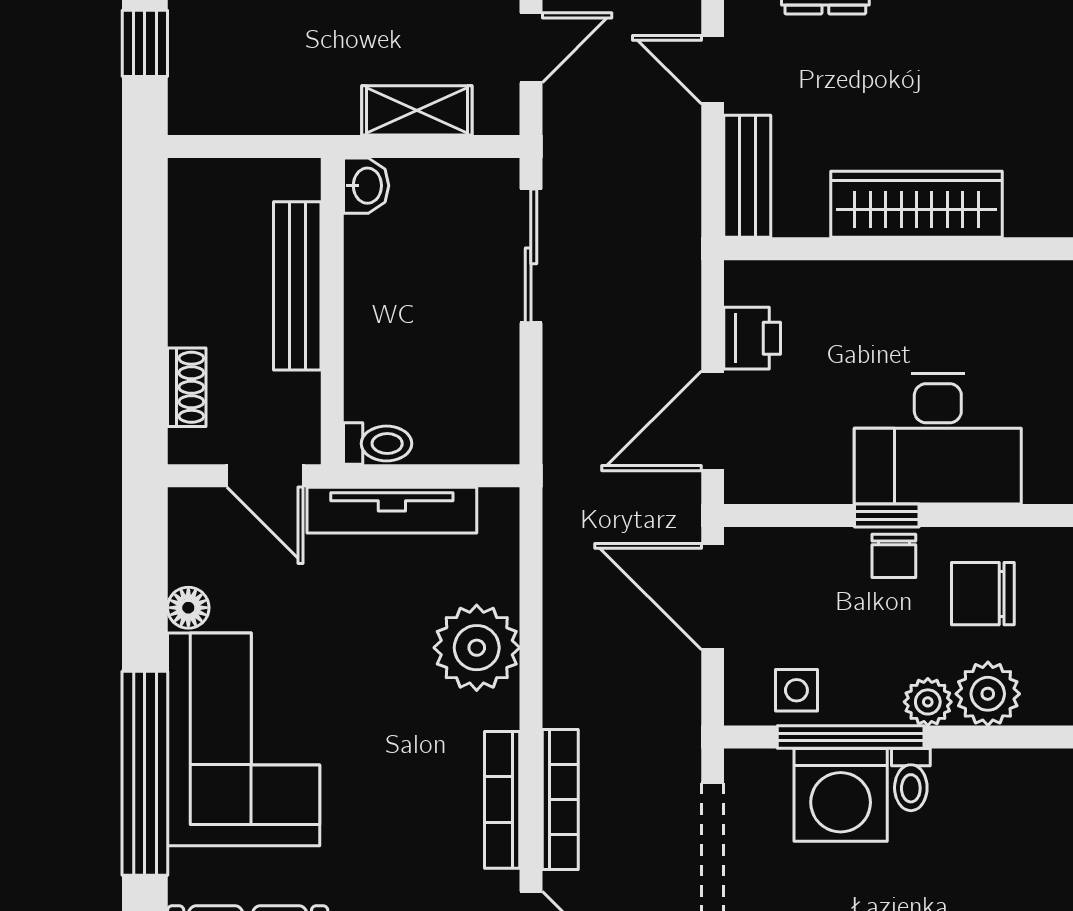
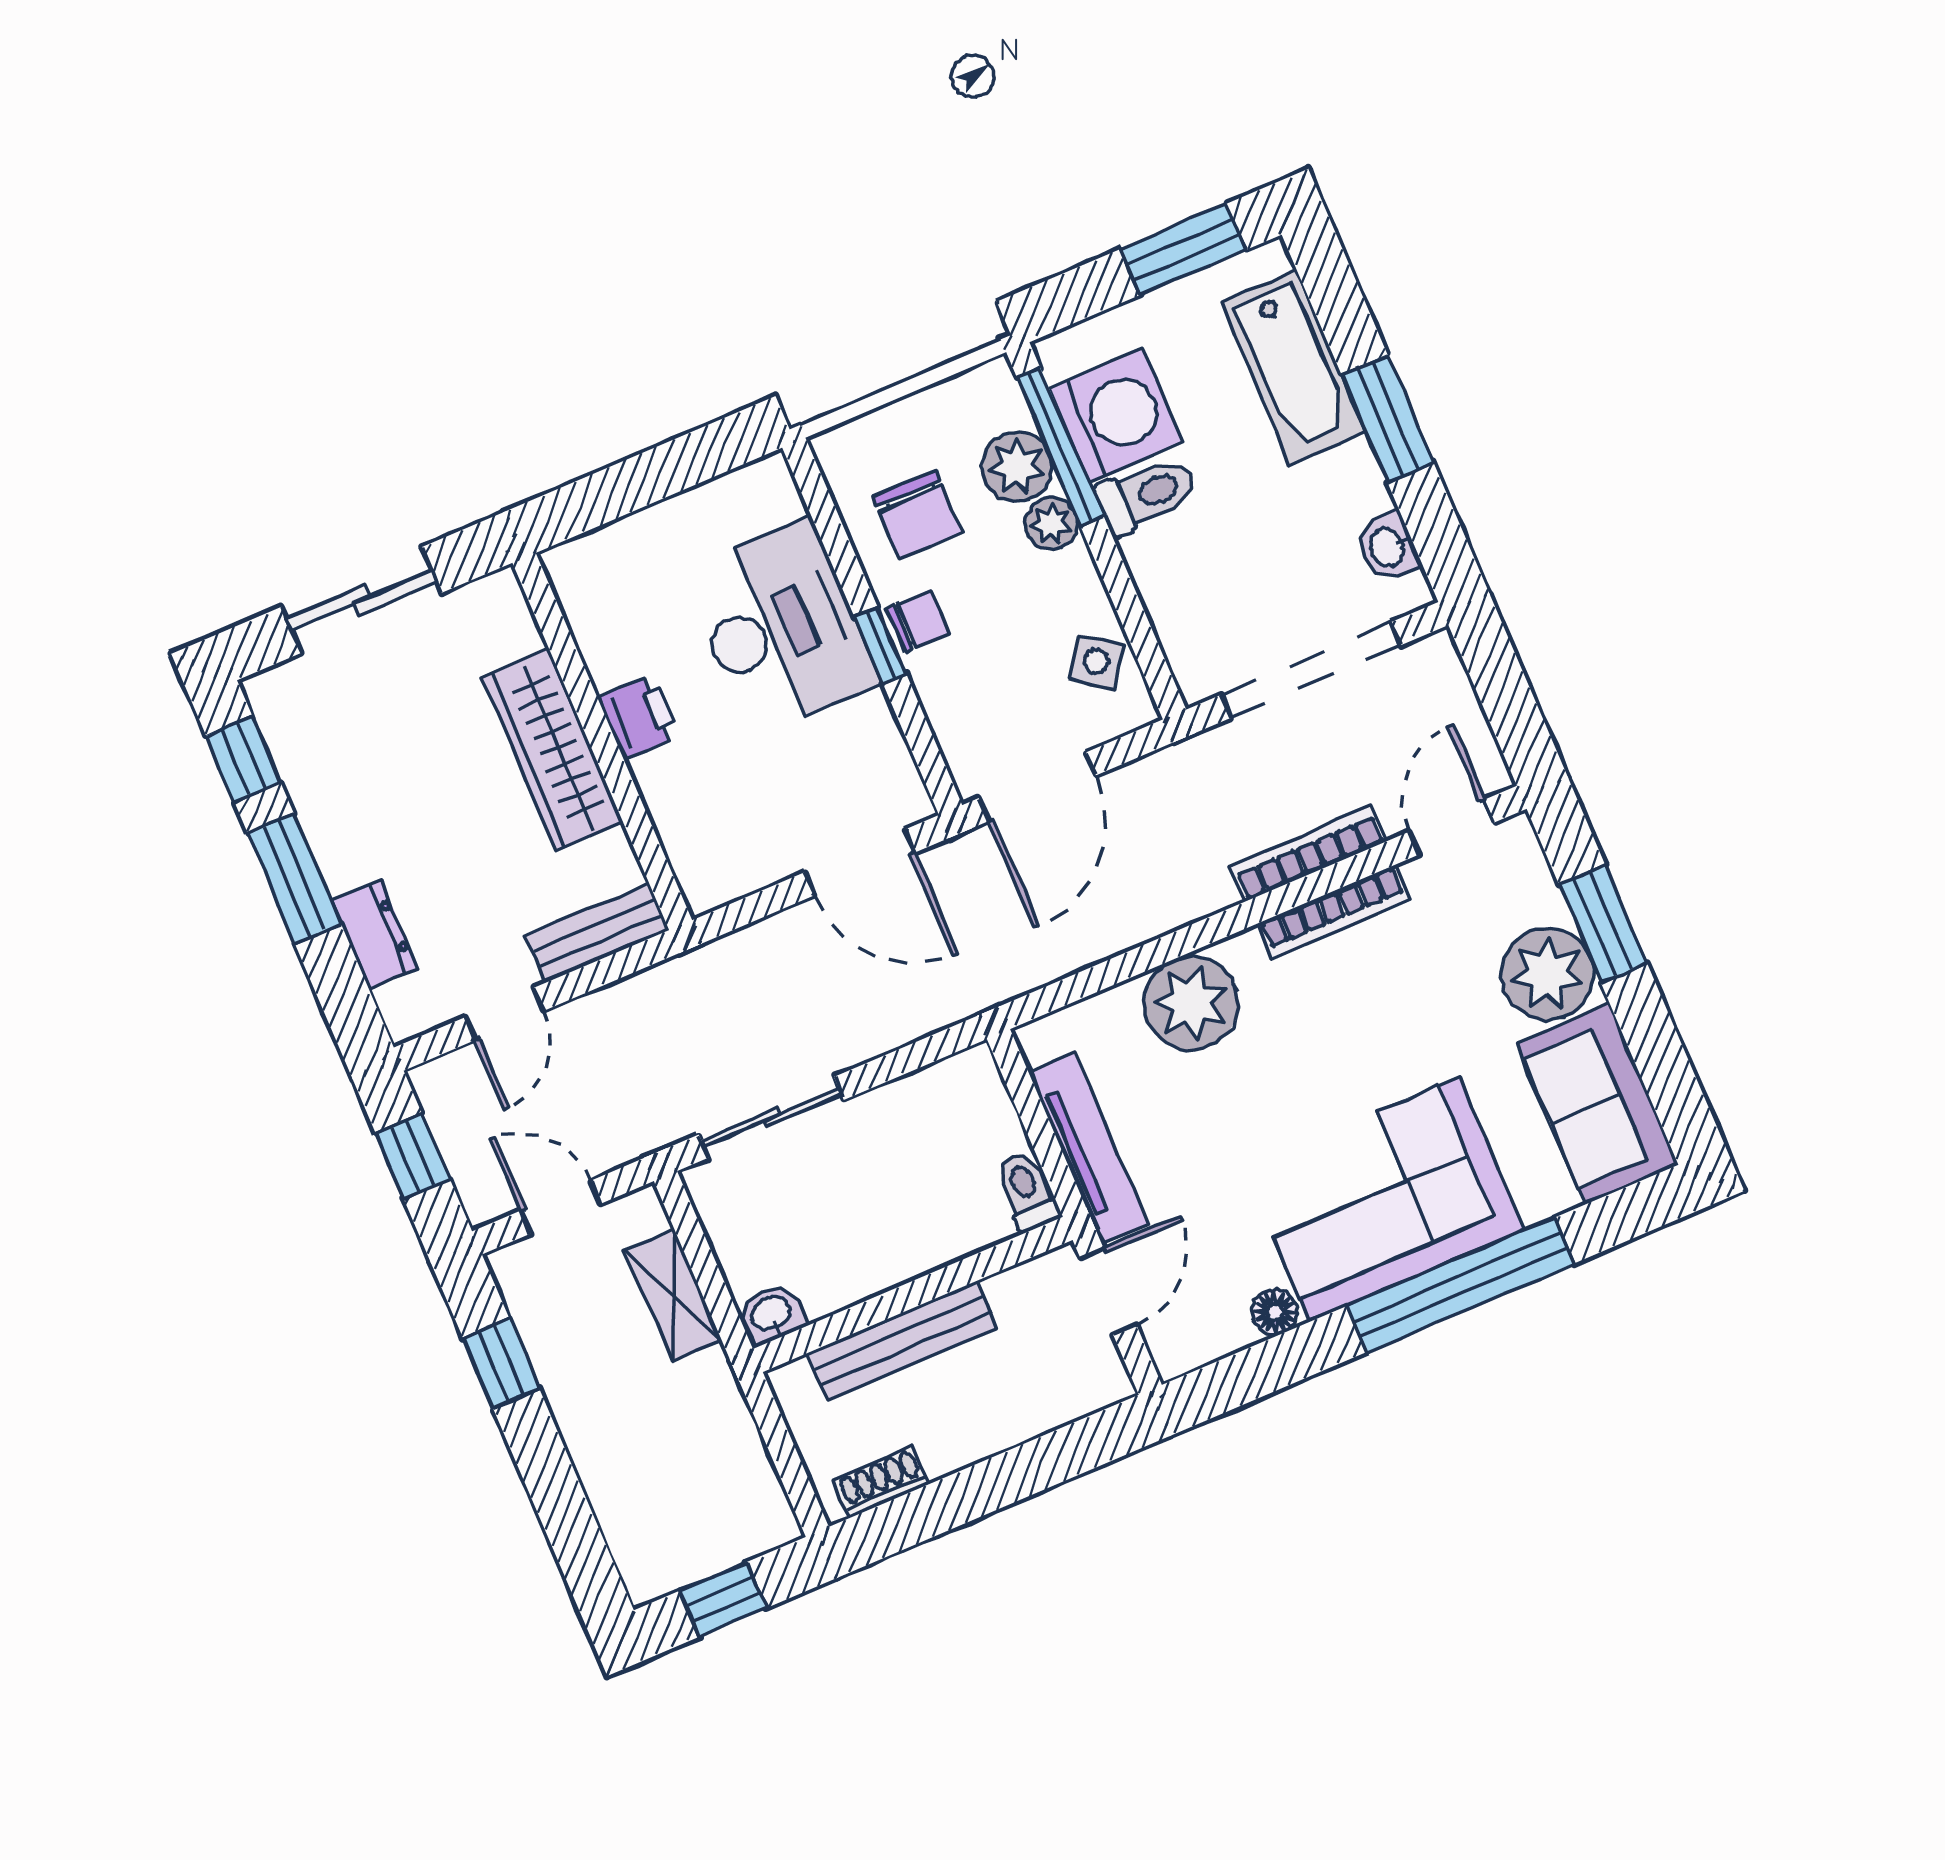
printer: (752, 338) -> (639, 716), moved, turned 90
shoe rack: (187, 387) -> (881, 1482), moved
side table: (796, 690) -> (1096, 661), turned 36
window: (851, 737) -> (1060, 447), moved
toilet: (911, 780) -> (1146, 495), width x1.37, depth x1.39
washing machine: (841, 795) -> (1116, 415), moved

